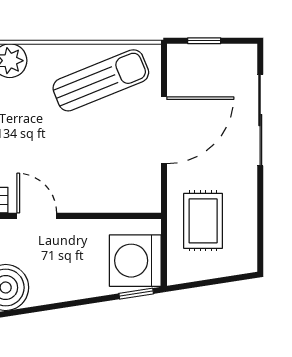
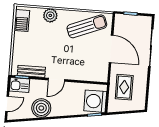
door: (164, 130) -> (111, 49), hinge flipped
door: (37, 216) -> (56, 80), swing flipped

